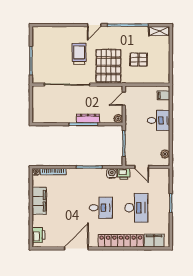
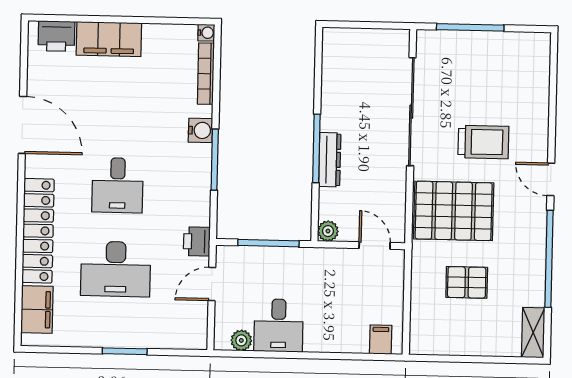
pallet: (138, 60) -> (467, 282), turned 90
desk: (158, 120) -> (279, 326), moved
water cooler: (112, 173) -> (200, 130), moved
filing cabinet: (39, 201) -> (109, 39), moved

